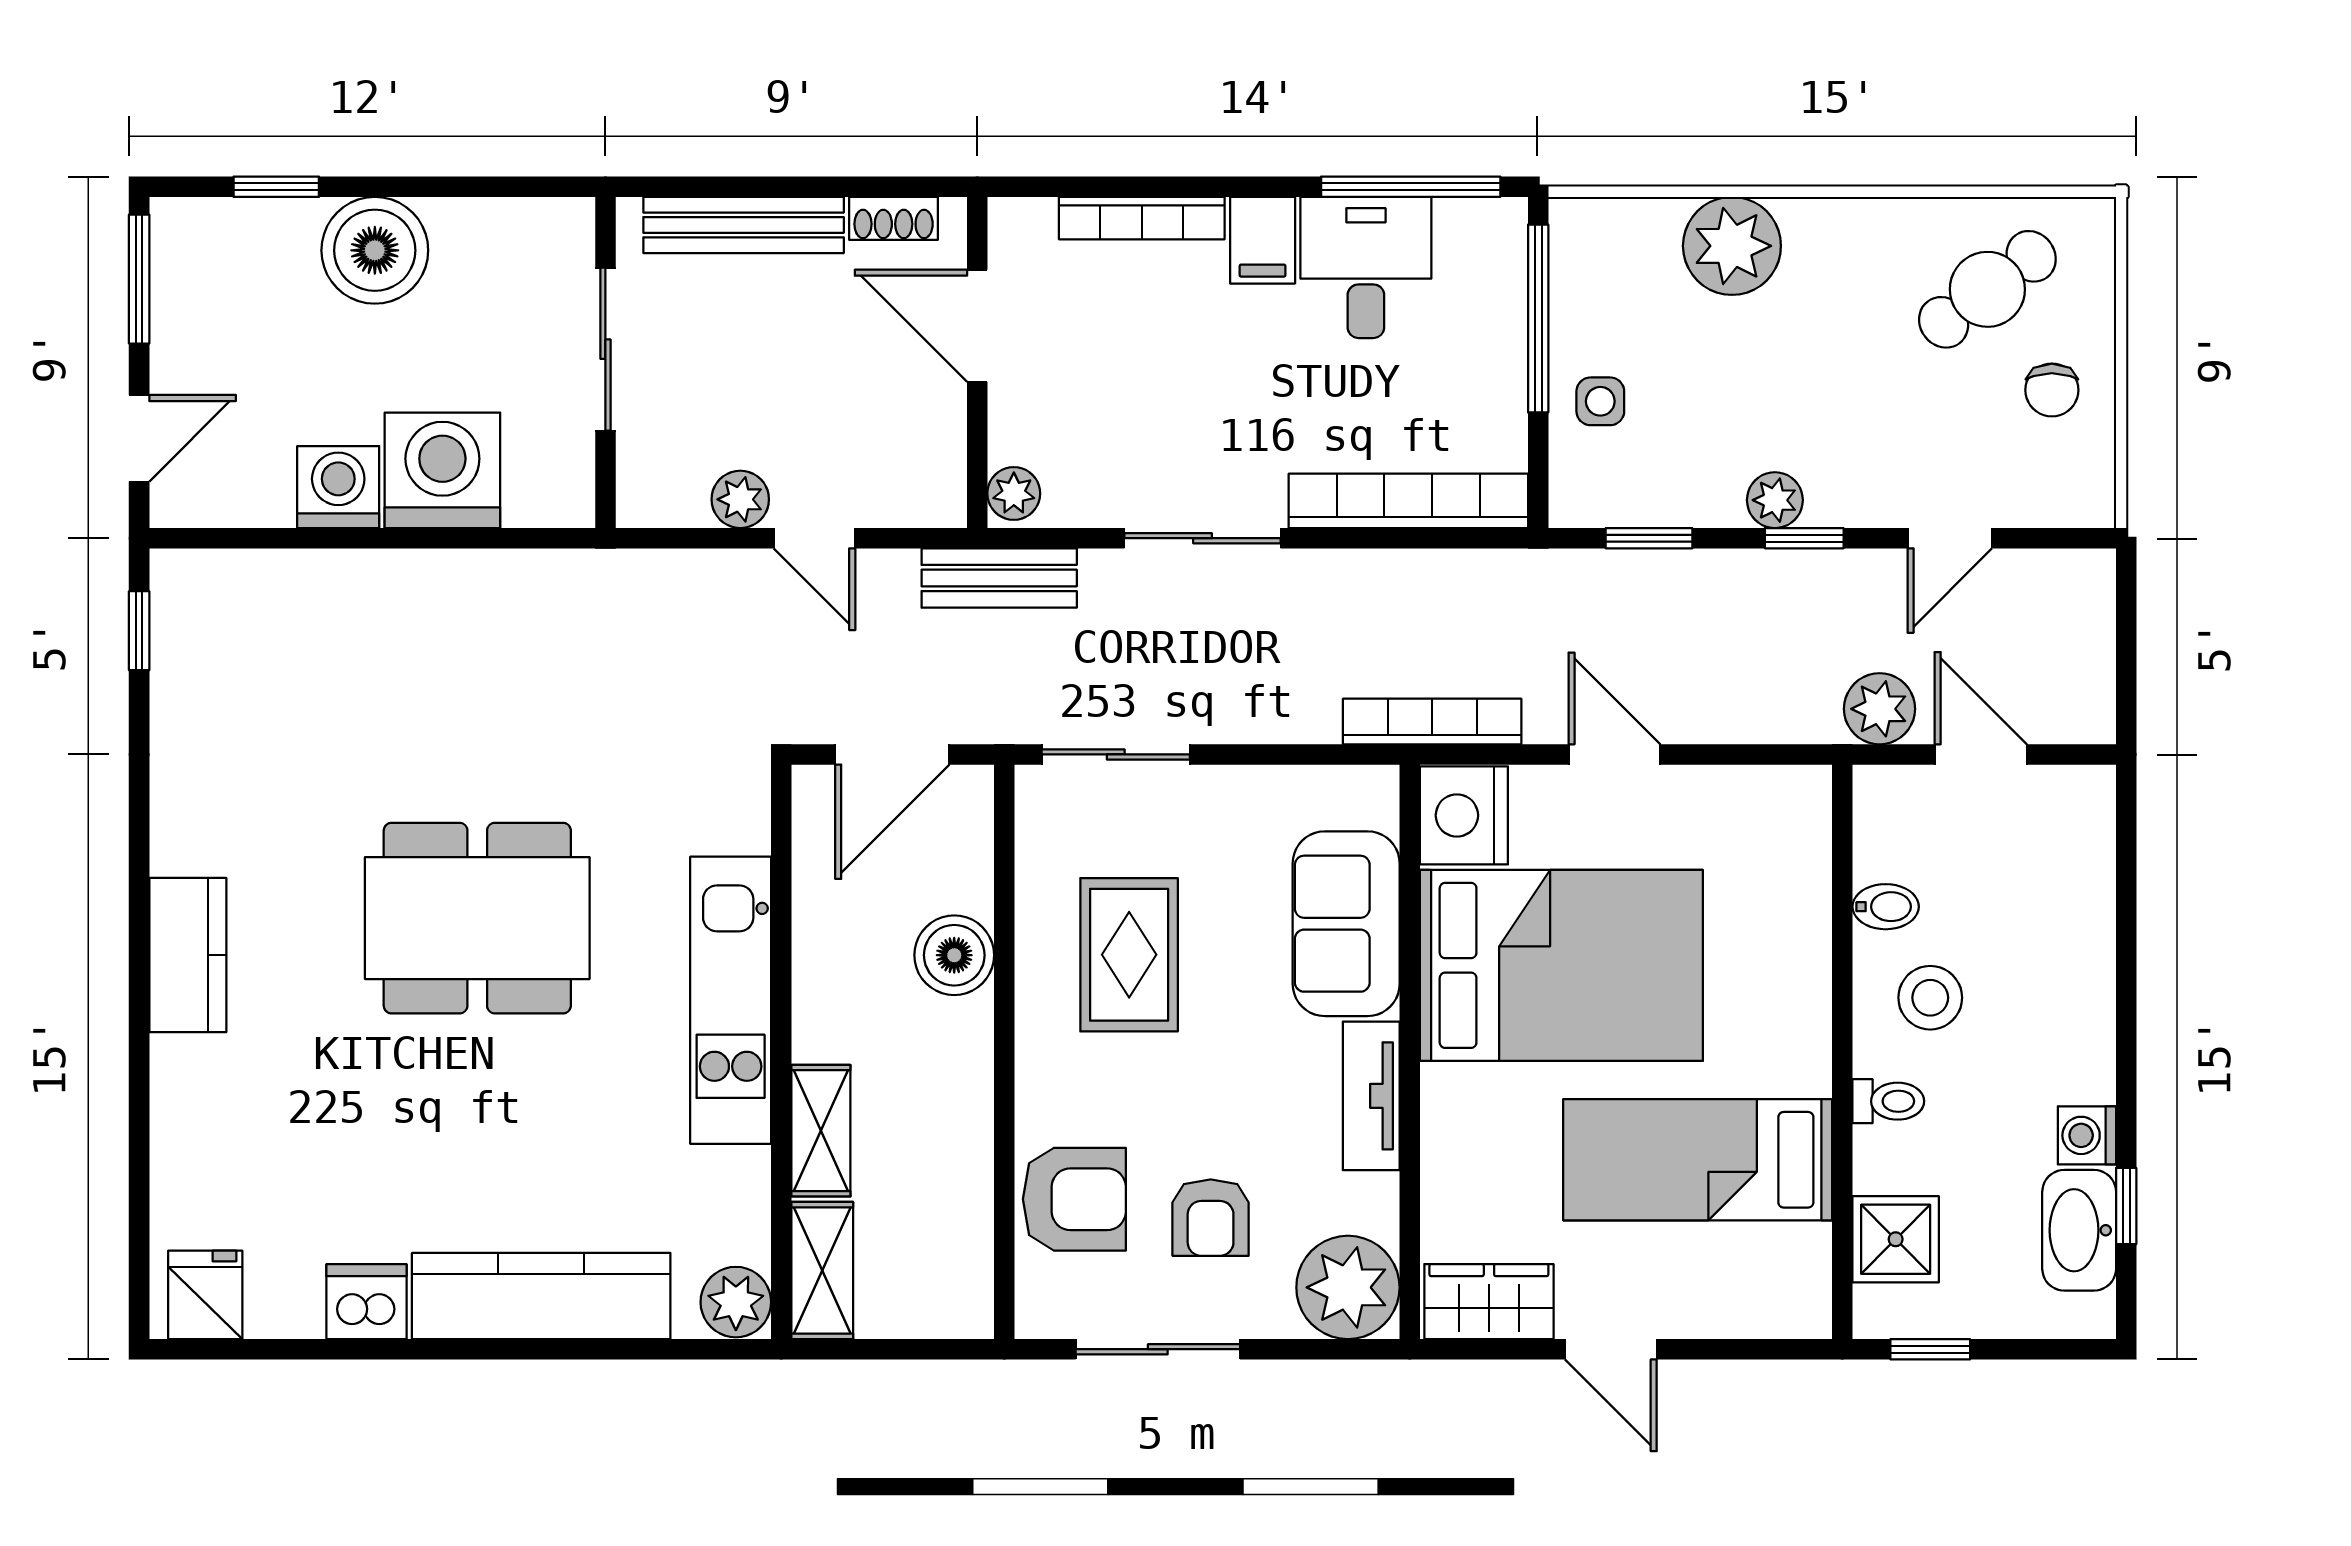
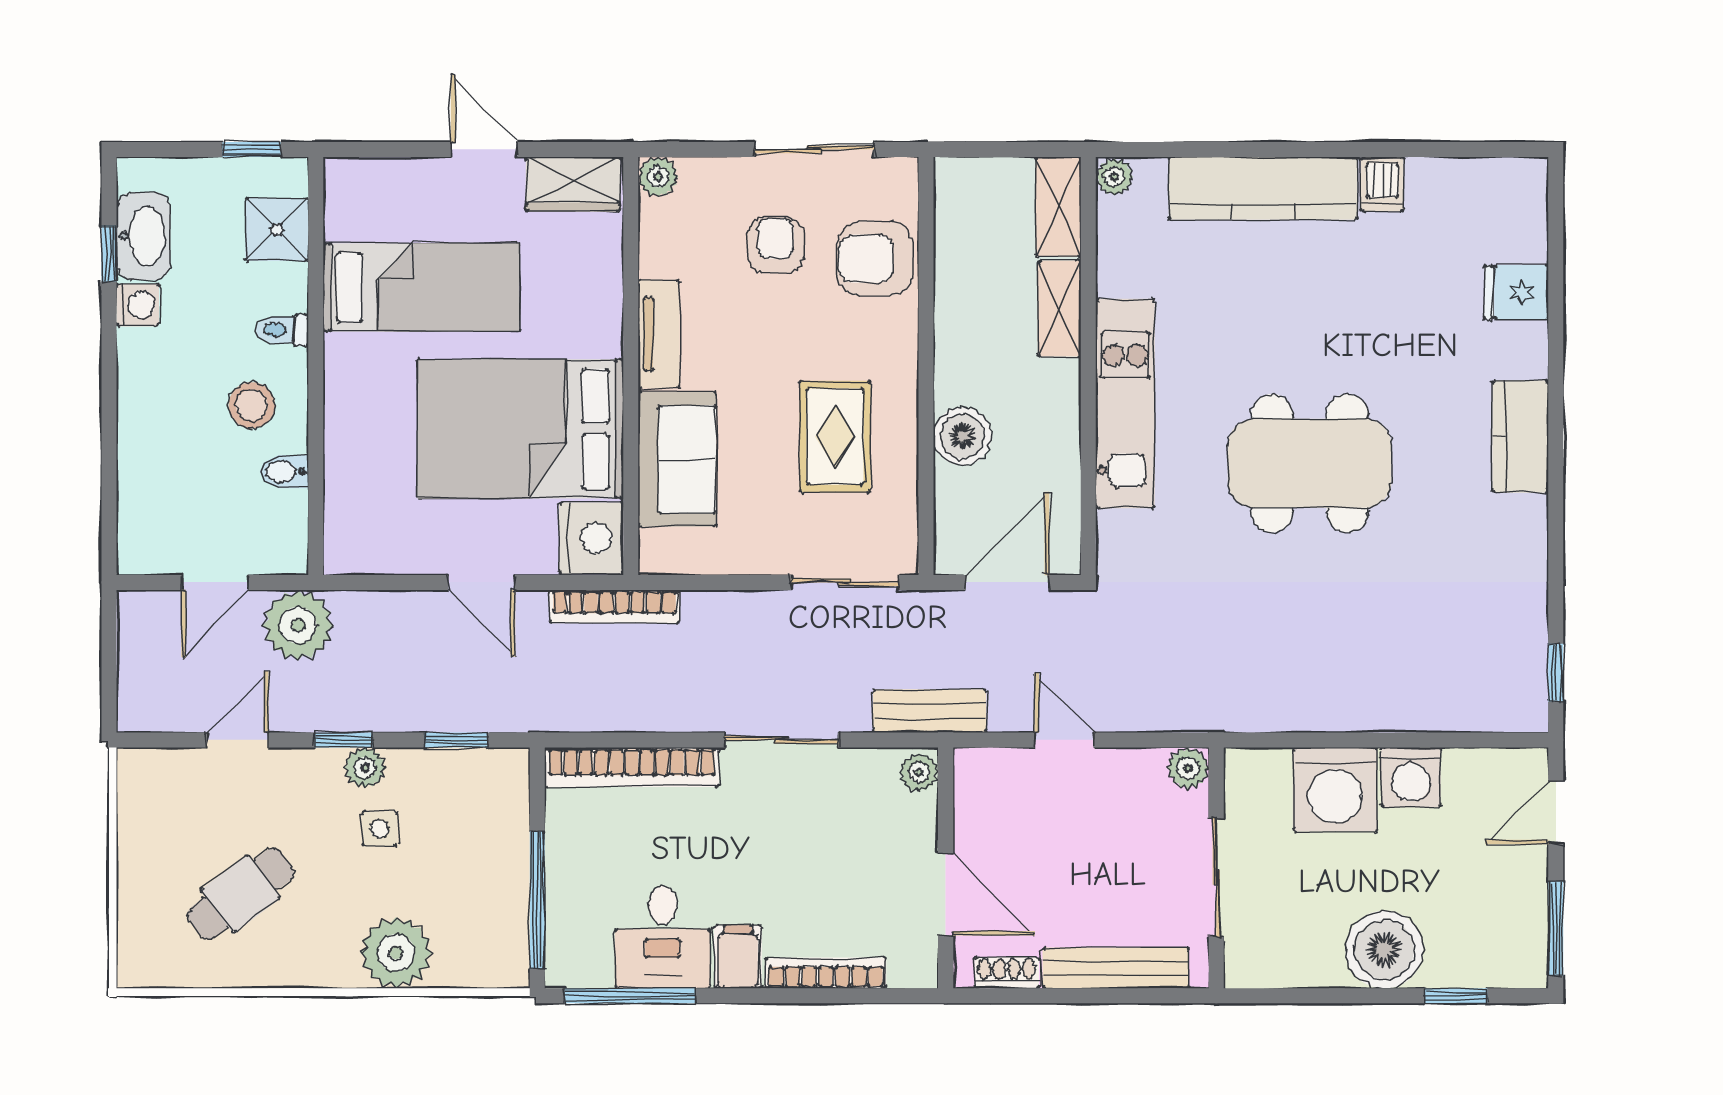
cafe table: (1987, 289) -> (241, 894), moved
chair: (2052, 390) -> (163, 848), removed
side table: (1600, 401) -> (380, 829), moved
plant: (740, 499) -> (1188, 768), moved
plant: (1880, 709) -> (298, 625), width x1.36, depth x1.36
door: (1981, 754) -> (215, 582), hinge flipped
plant: (1348, 1287) -> (658, 177), width x0.53, depth x0.53
fridge: (205, 1295) -> (1516, 292), moved, turned 90
dishwasher: (367, 1302) -> (1382, 184), width x0.73
plant: (736, 1302) -> (1114, 177), width x0.73, depth x0.73

